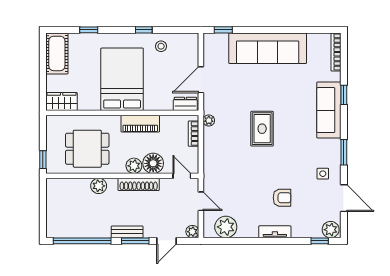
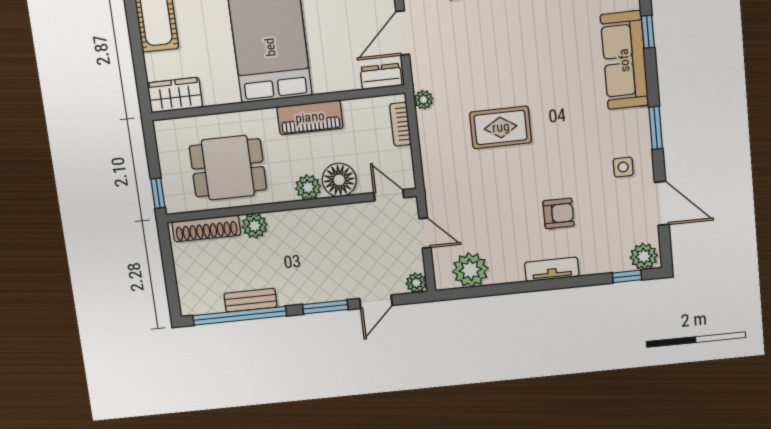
rug: (262, 129) -> (501, 127), moved, turned 90
shoe rack: (139, 184) -> (206, 228), moved
bench: (127, 232) -> (250, 300), moved

